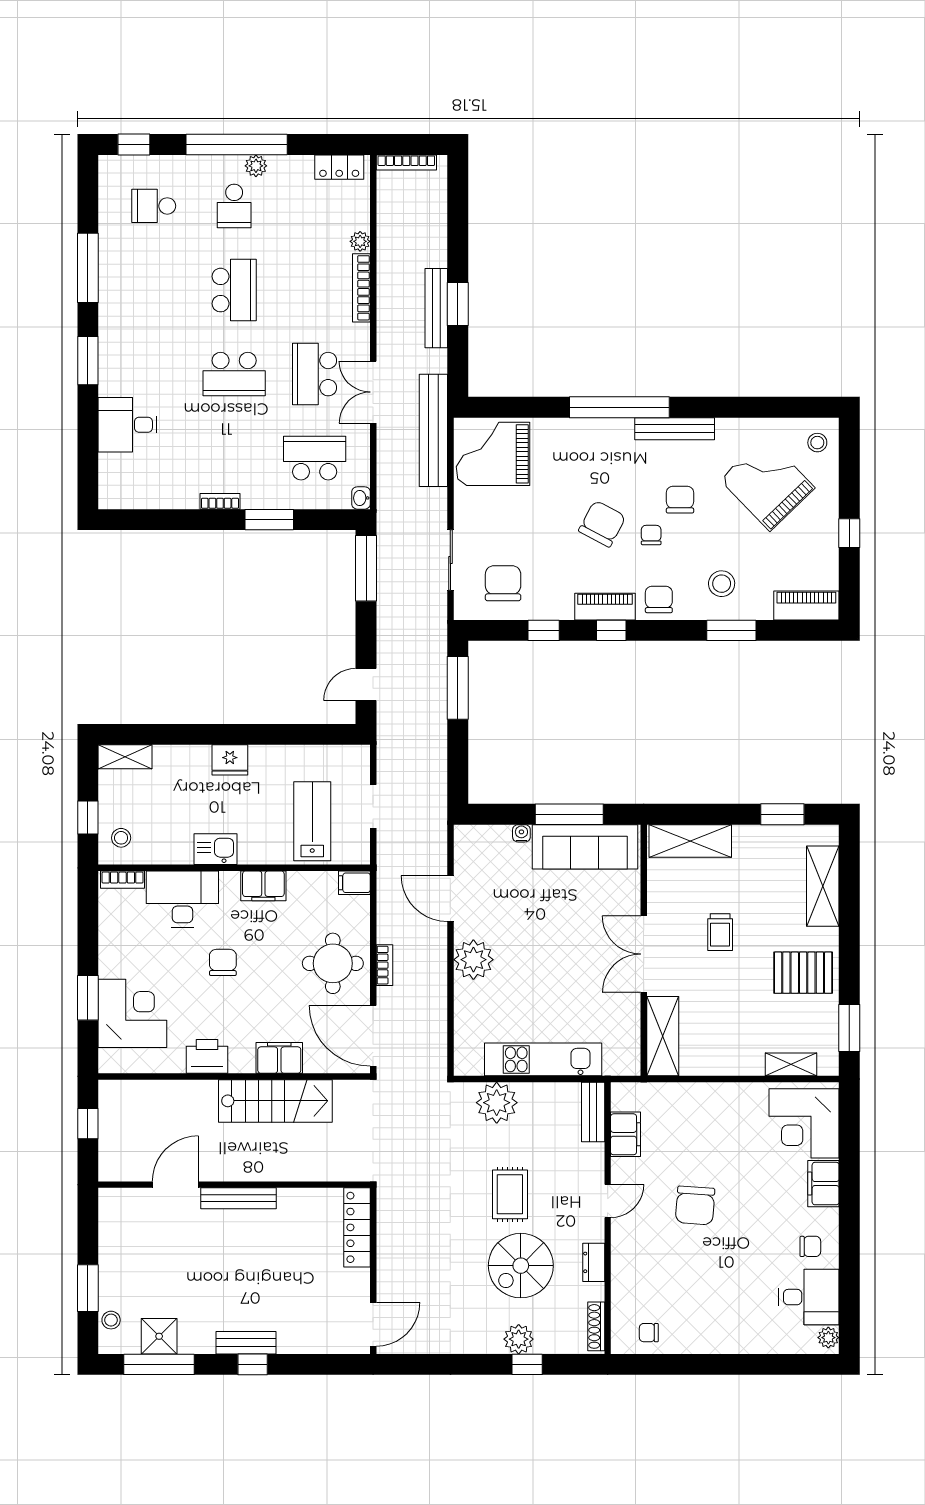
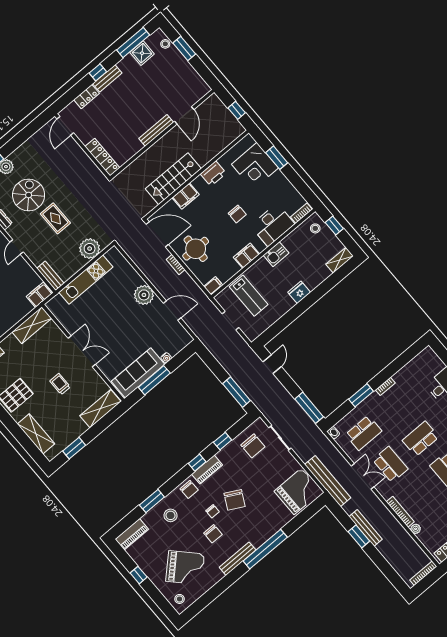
shelving: (663, 1036) -> (32, 325), moved, turned 90
filing cabinet: (626, 1134) -> (39, 295), moved, turned 90
locker: (302, 1342) -> (87, 97), added

